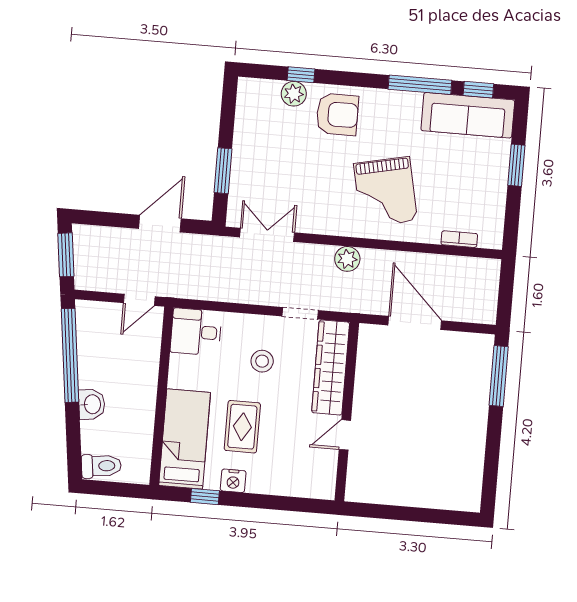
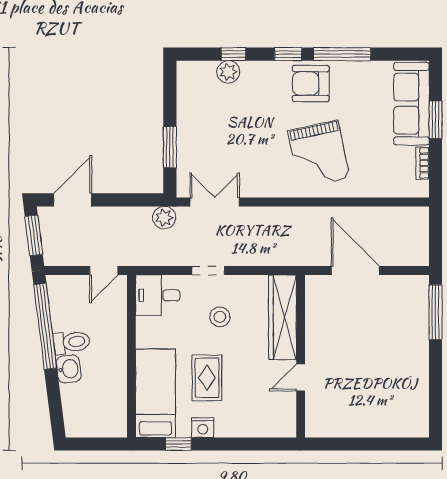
window: (478, 90) -> (288, 54), moved
armchair: (337, 114) -> (311, 84), moved, turned 180
sofa: (468, 115) -> (412, 104), moved, turned 90
door: (160, 224) -> (73, 200), moved
bookcase: (459, 239) -> (423, 163), moved, turned -90
plant: (347, 259) -> (164, 218), moved
doorway: (300, 313) -> (208, 271), moved
toilet: (101, 466) -> (72, 342), moved

